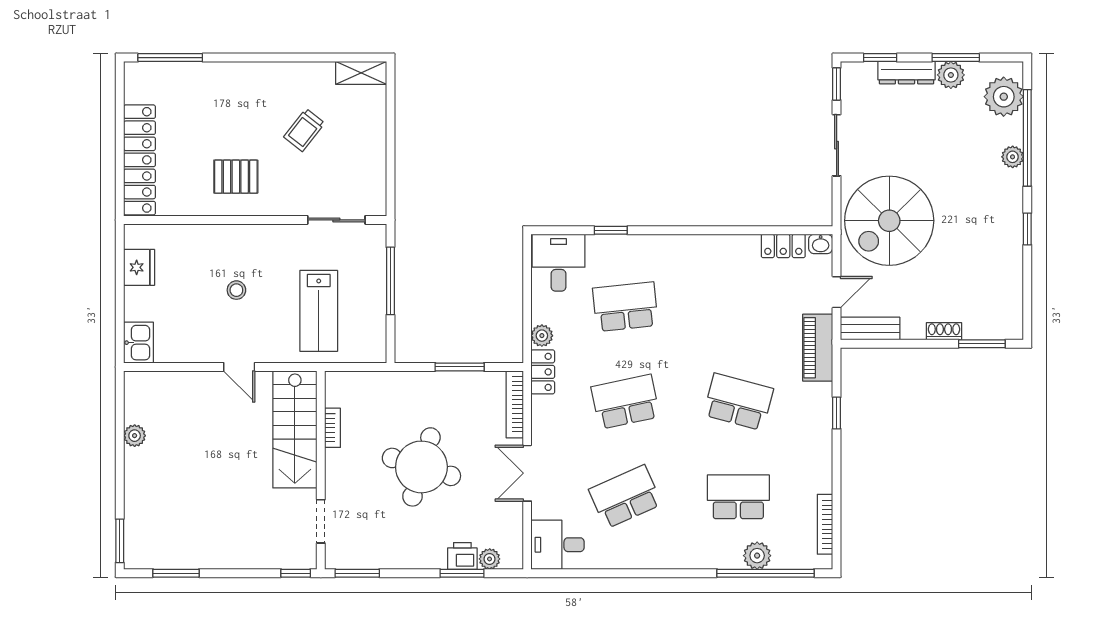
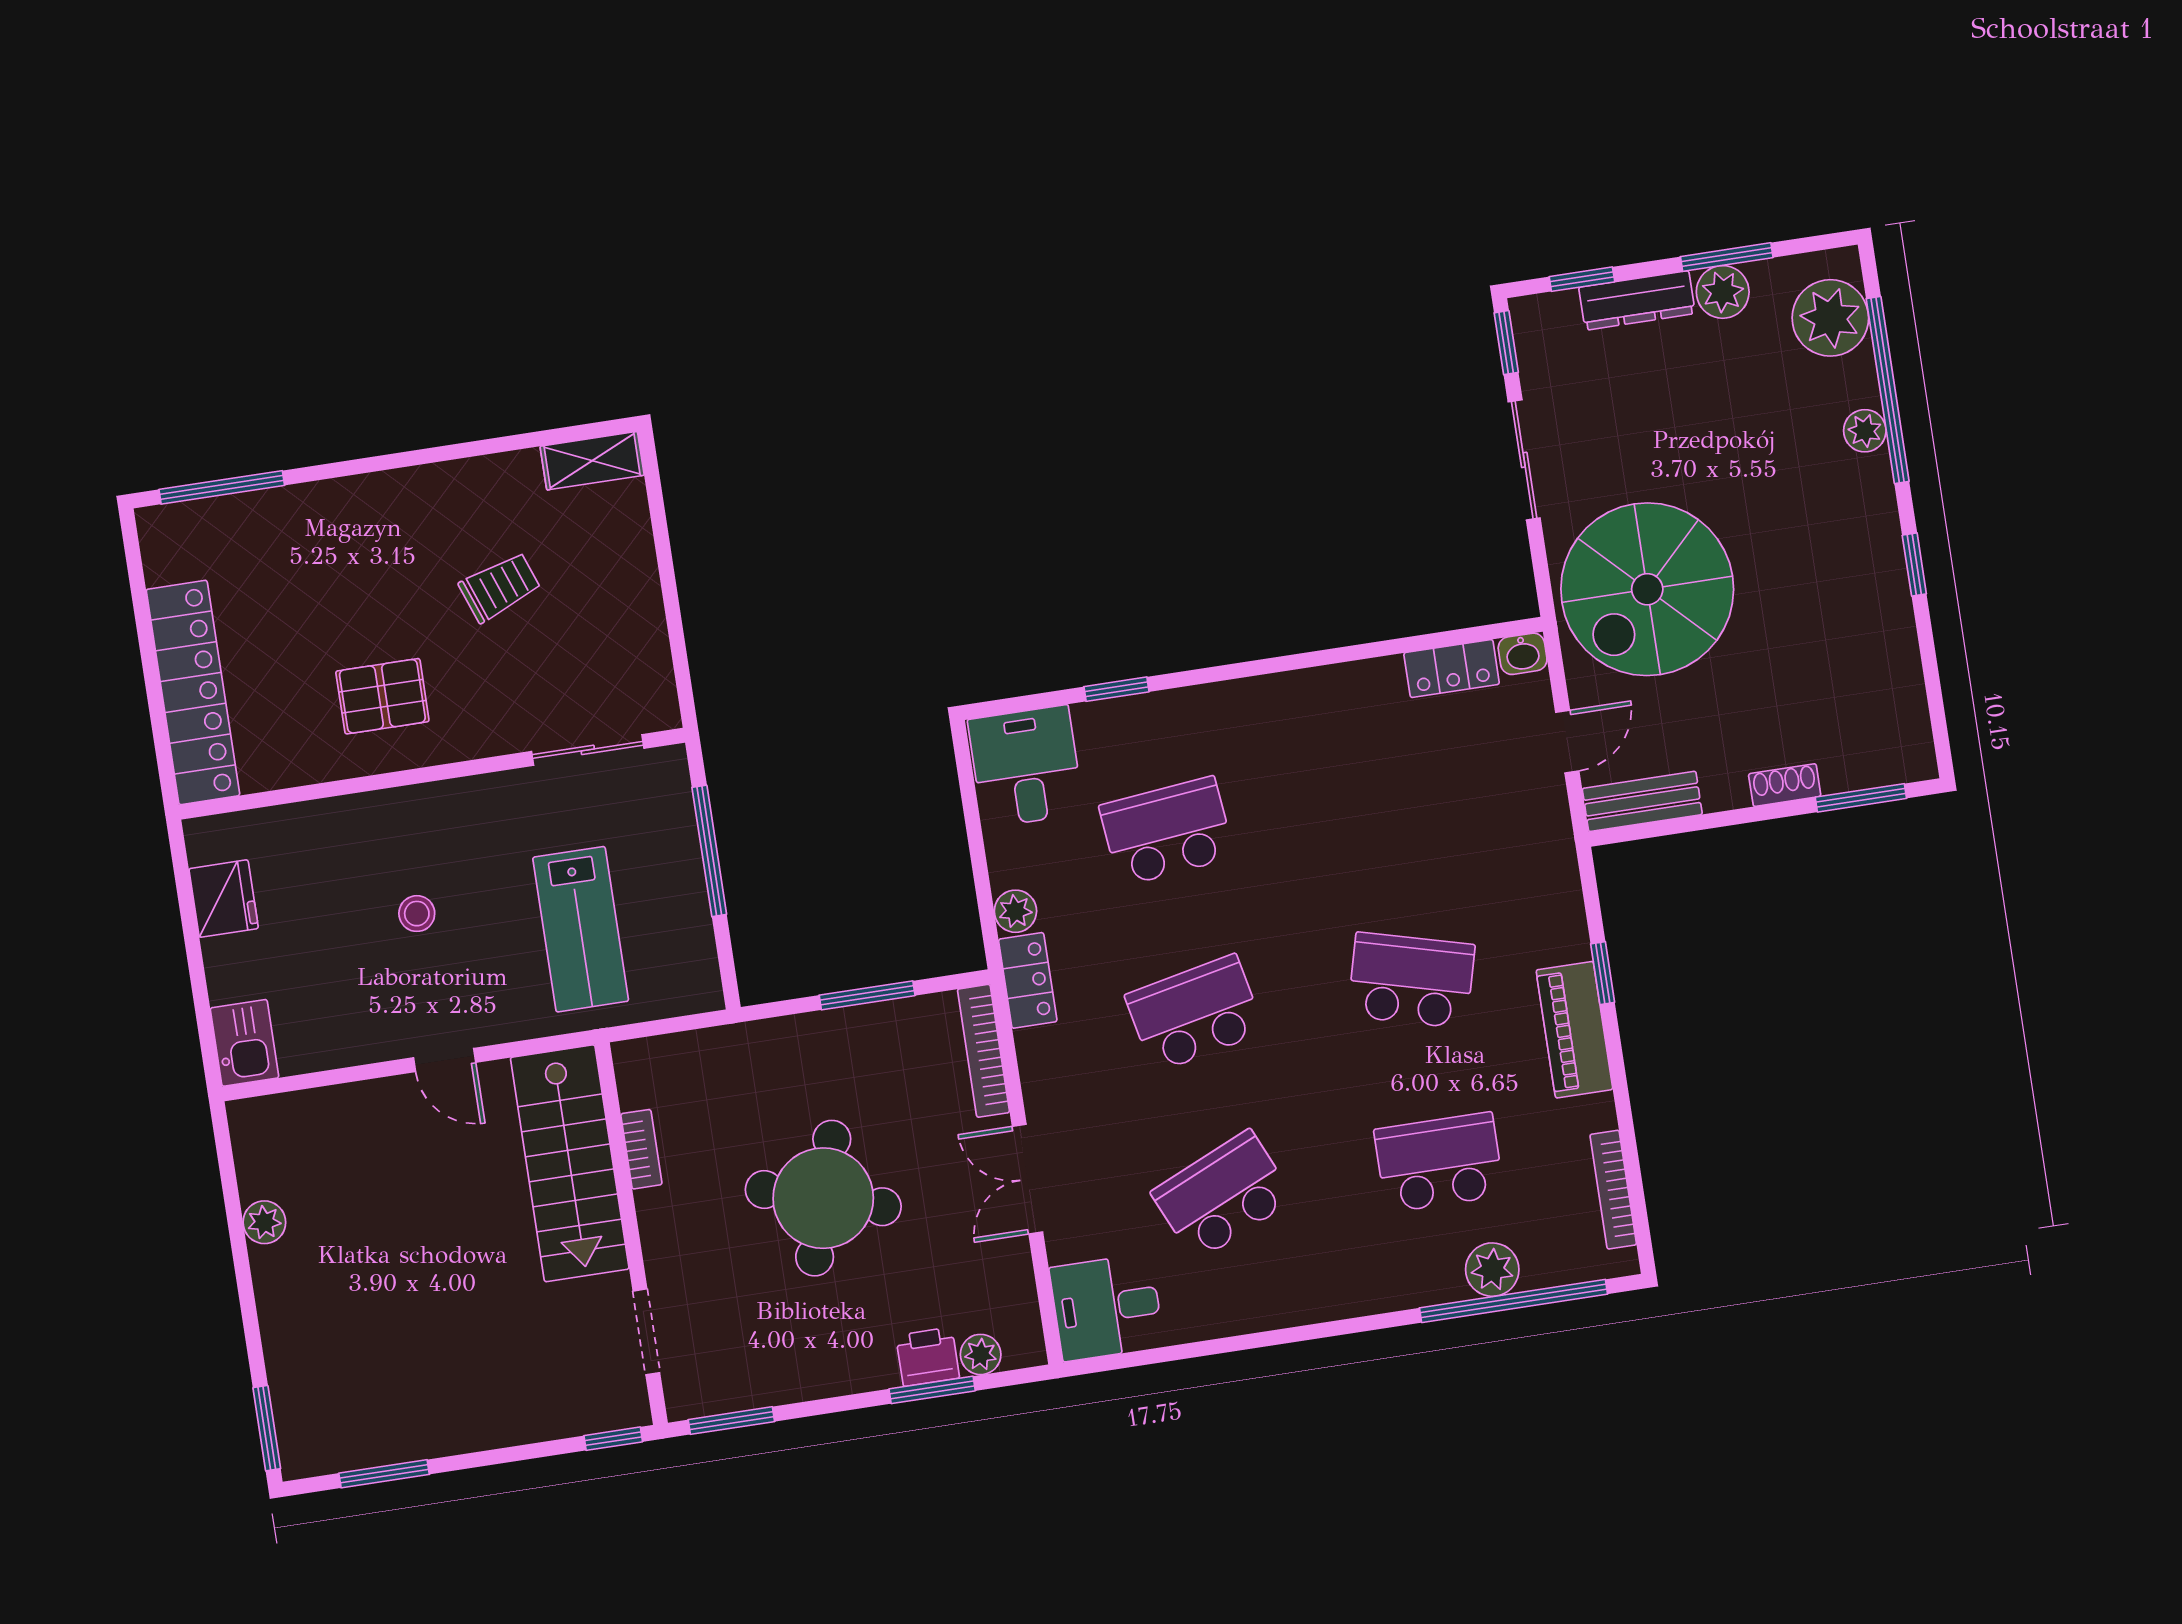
trolley: (304, 130) -> (500, 587), turned -148
piano: (818, 348) -> (1574, 1030), moved

